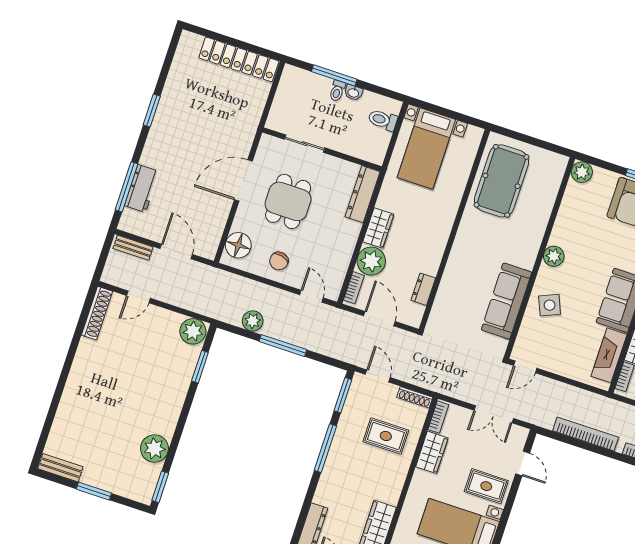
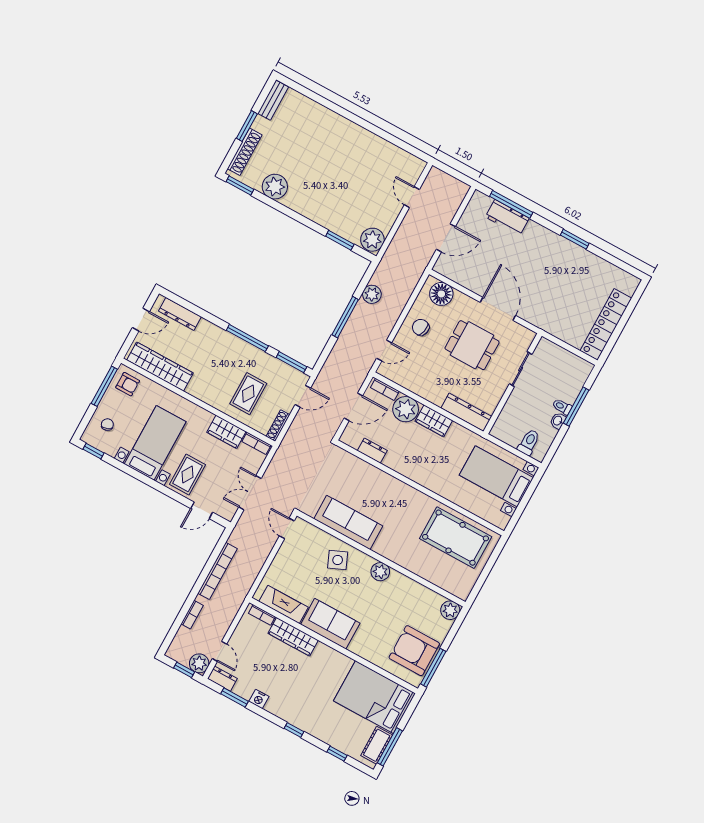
bench: (133, 248) -> (456, 200), removed
shoe rack: (97, 313) -> (245, 152), moved, turned -90

